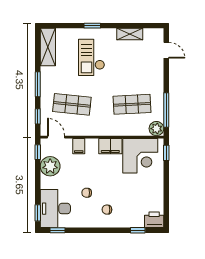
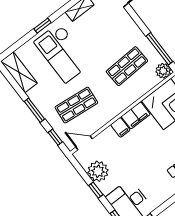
checkout: (92, 57) -> (63, 53), width x1.36, depth x1.21
filing cabinet: (79, 146) -> (120, 127), moved
window: (38, 152) -> (96, 190), moved
chair: (87, 193) -> (146, 170), removed

